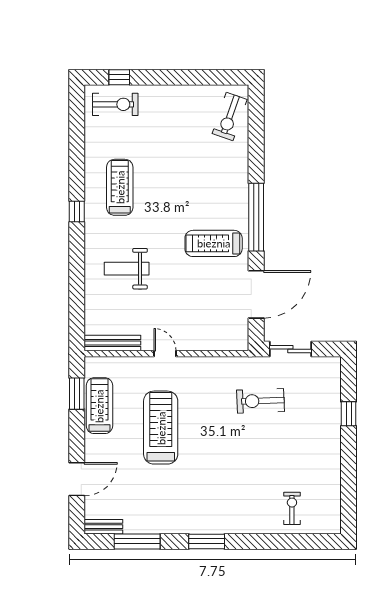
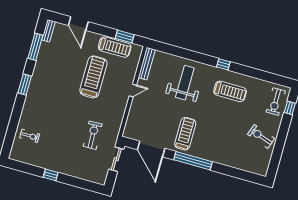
exercise bike: (230, 116) -> (261, 136), moved
weight bench: (127, 269) -> (185, 83), width x1.36, depth x1.33
window: (349, 414) -> (51, 175), moved
treadmill: (161, 428) -> (93, 77), turned -90

